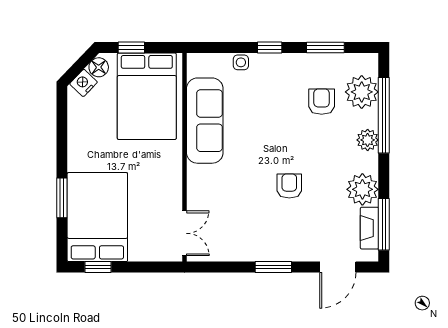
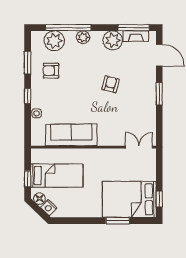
bed: (147, 96) -> (57, 176), width x0.67
armchair: (322, 102) -> (51, 71), moved
armchair: (289, 186) -> (111, 84), turned 105

